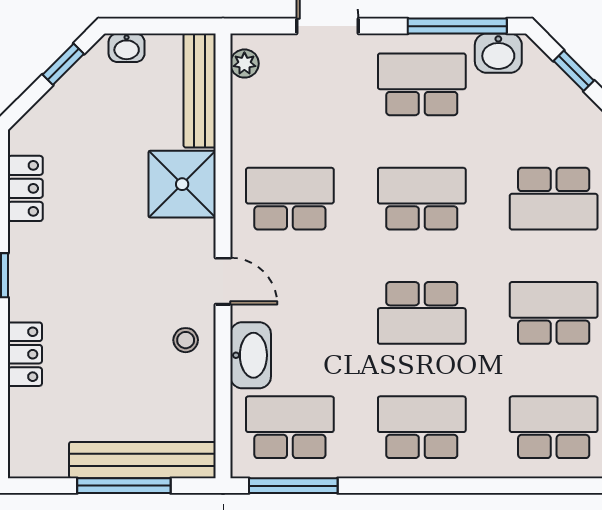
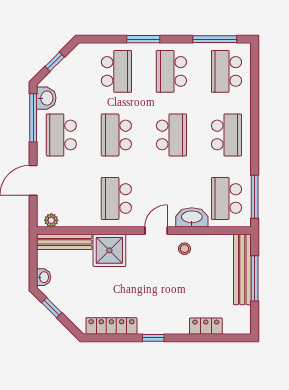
locker: (25, 188) -> (111, 326), width x1.53
locker: (25, 354) -> (206, 326), moved
school desk: (422, 427) -> (226, 135), turned 180

